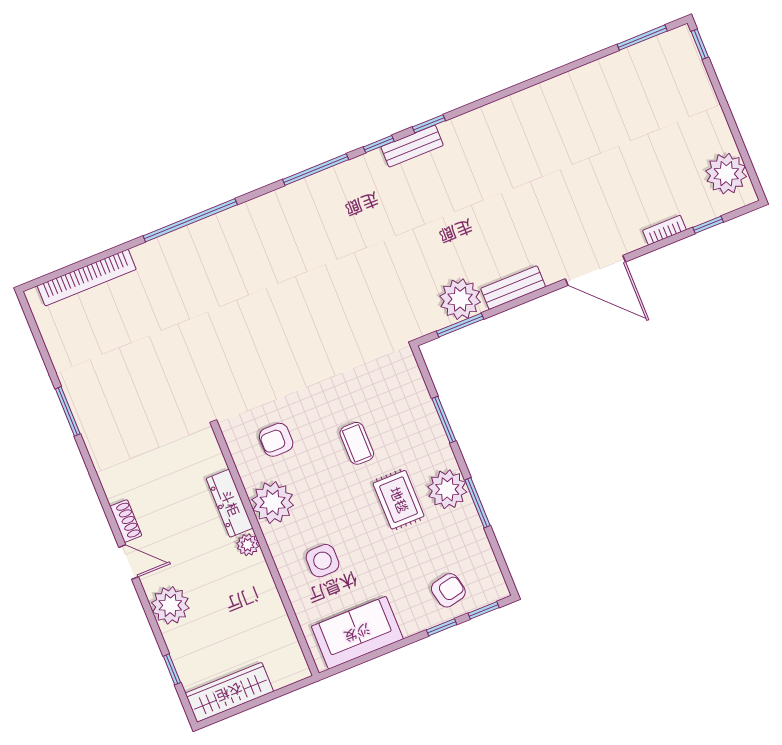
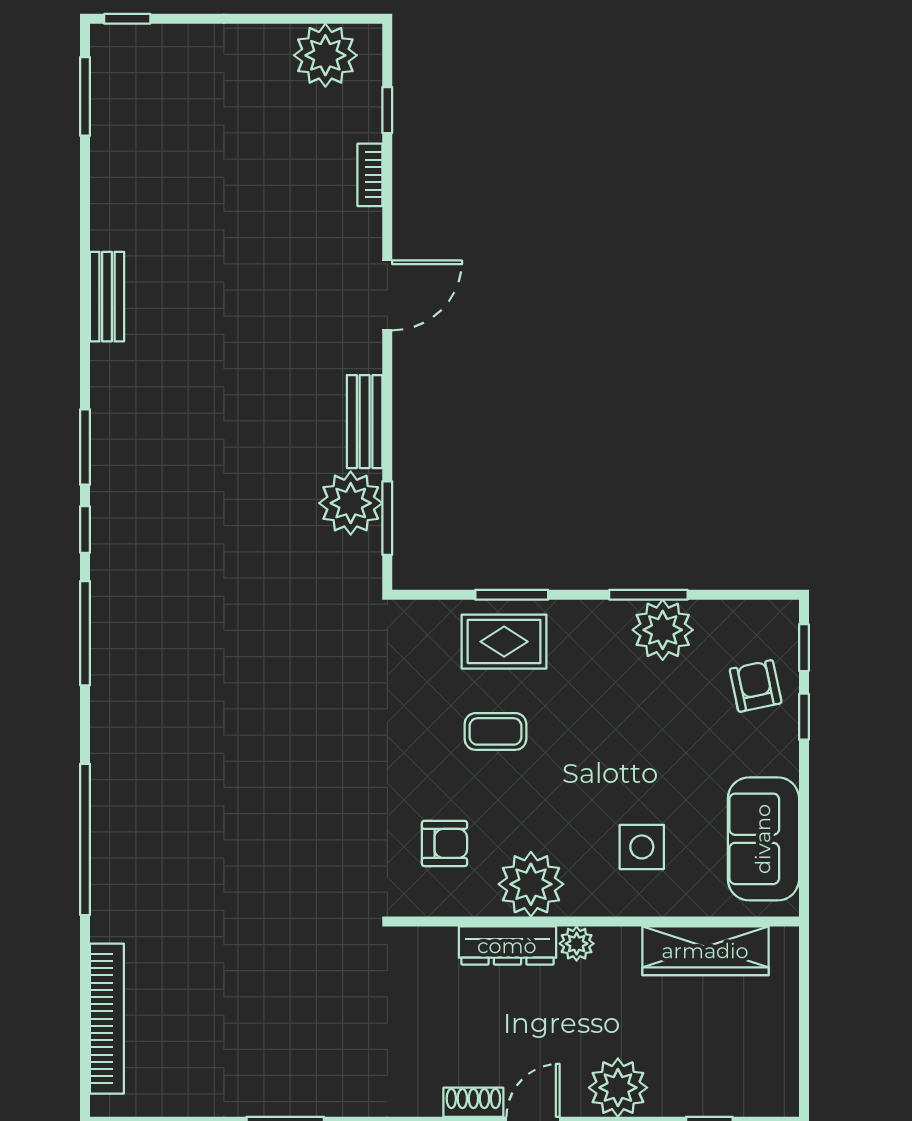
window: (429, 124) -> (85, 447), width x1.50
bench: (412, 146) -> (107, 297), moved
door: (595, 270) -> (387, 295), width x0.73
armchair: (276, 440) -> (444, 843), turned -90
plant: (447, 489) -> (663, 630), moved
rug: (399, 500) -> (504, 642), moved
wardrobe: (229, 692) -> (705, 951), moved, turned -90

